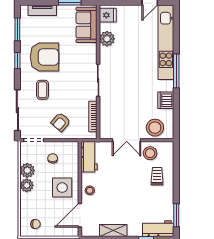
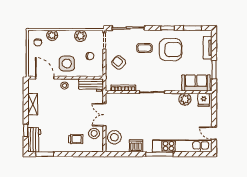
armchair: (45, 57) -> (170, 50), turned -90
plant: (27, 185) -> (52, 35), moved

